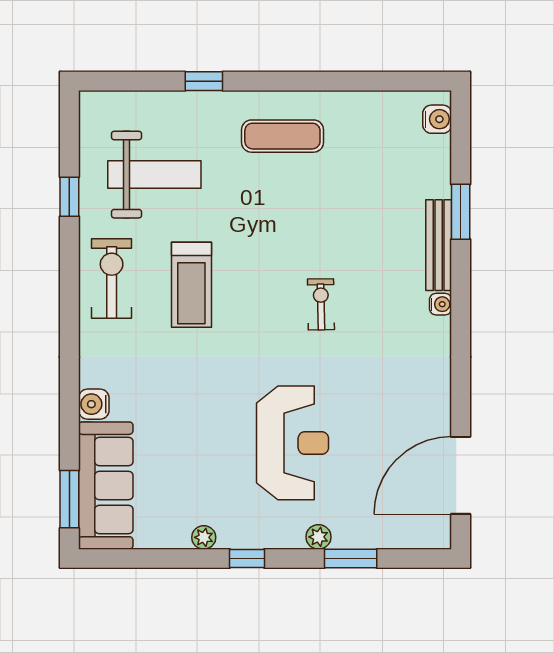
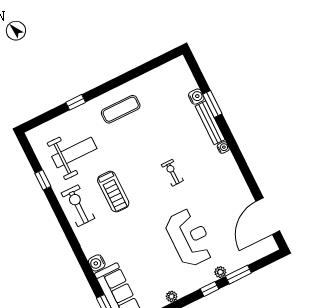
water cooler: (437, 119) -> (196, 97), moved
window: (247, 559) -> (209, 289), moved

